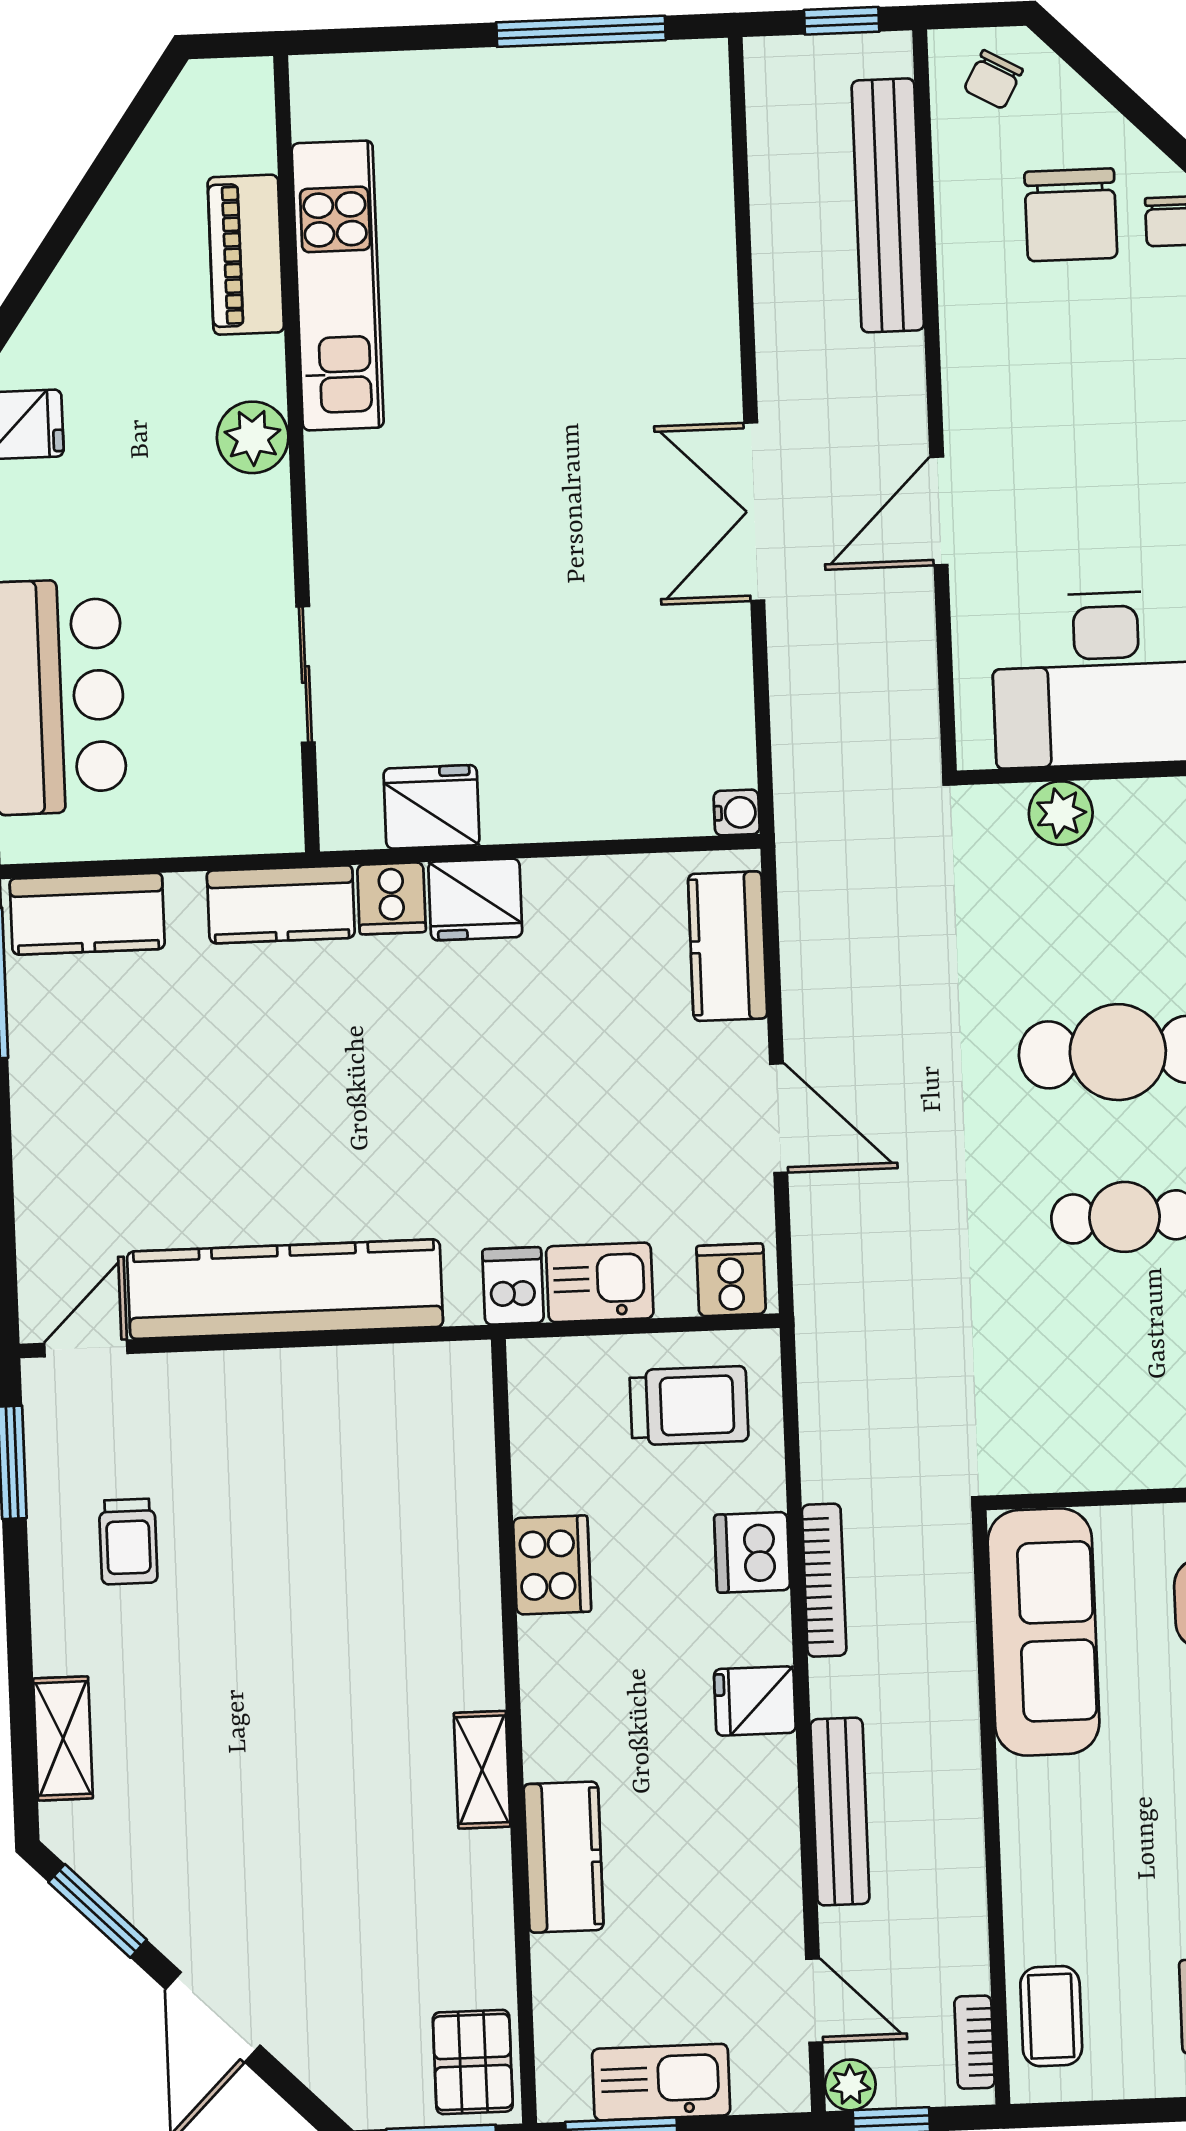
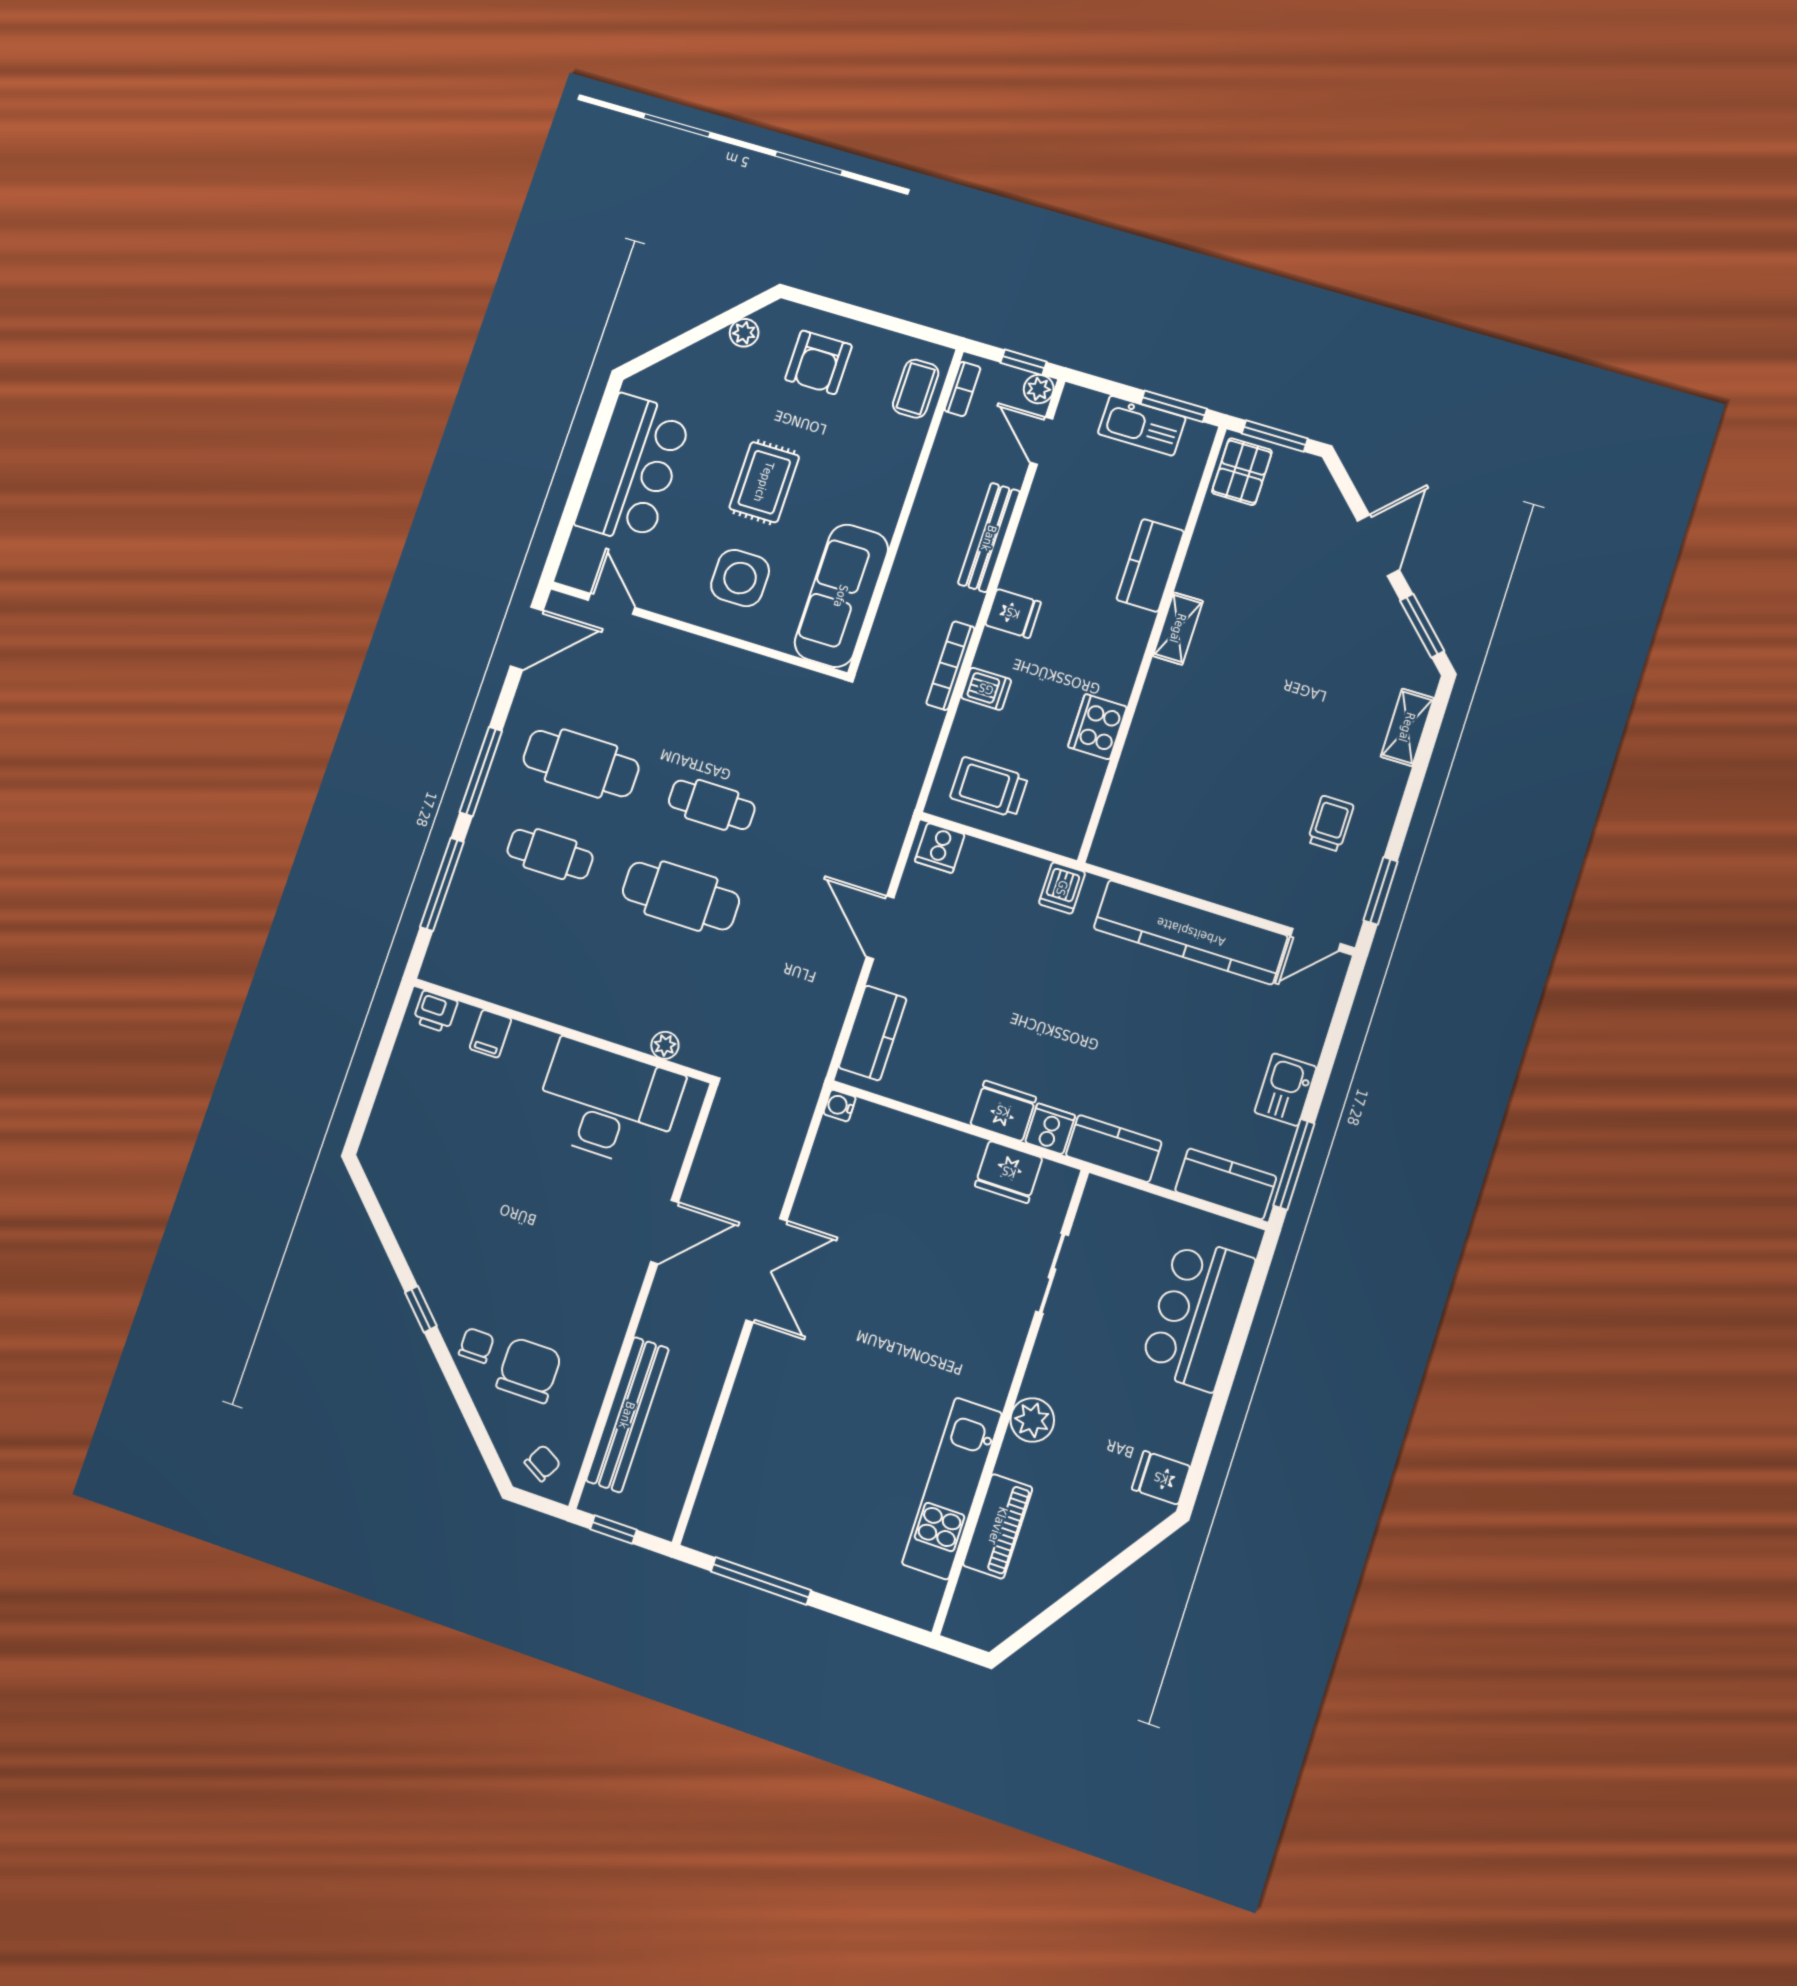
plant: (1061, 813) -> (665, 1045), width x0.73, depth x0.73
kitchen sink: (600, 1282) -> (1285, 1090), moved, turned 90
dishwasher: (752, 1552) -> (986, 689), width x0.73

